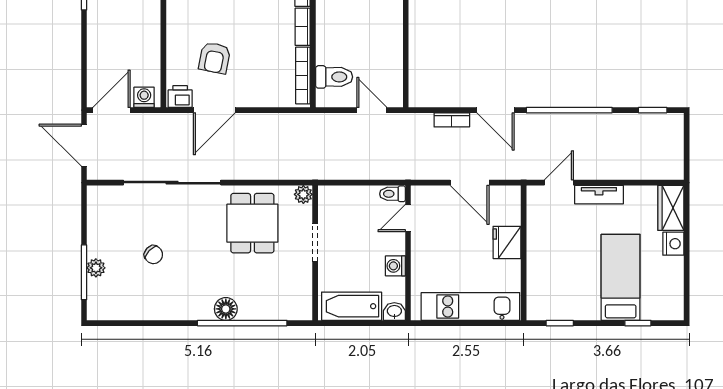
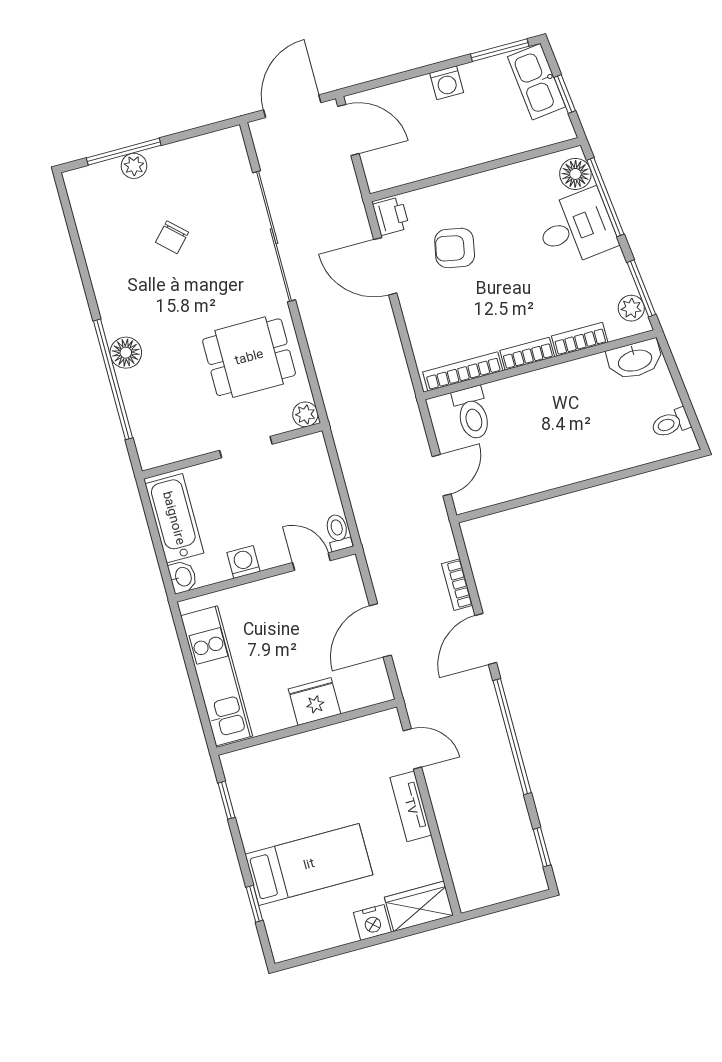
washing machine: (144, 97) -> (447, 83), moved, turned 90

